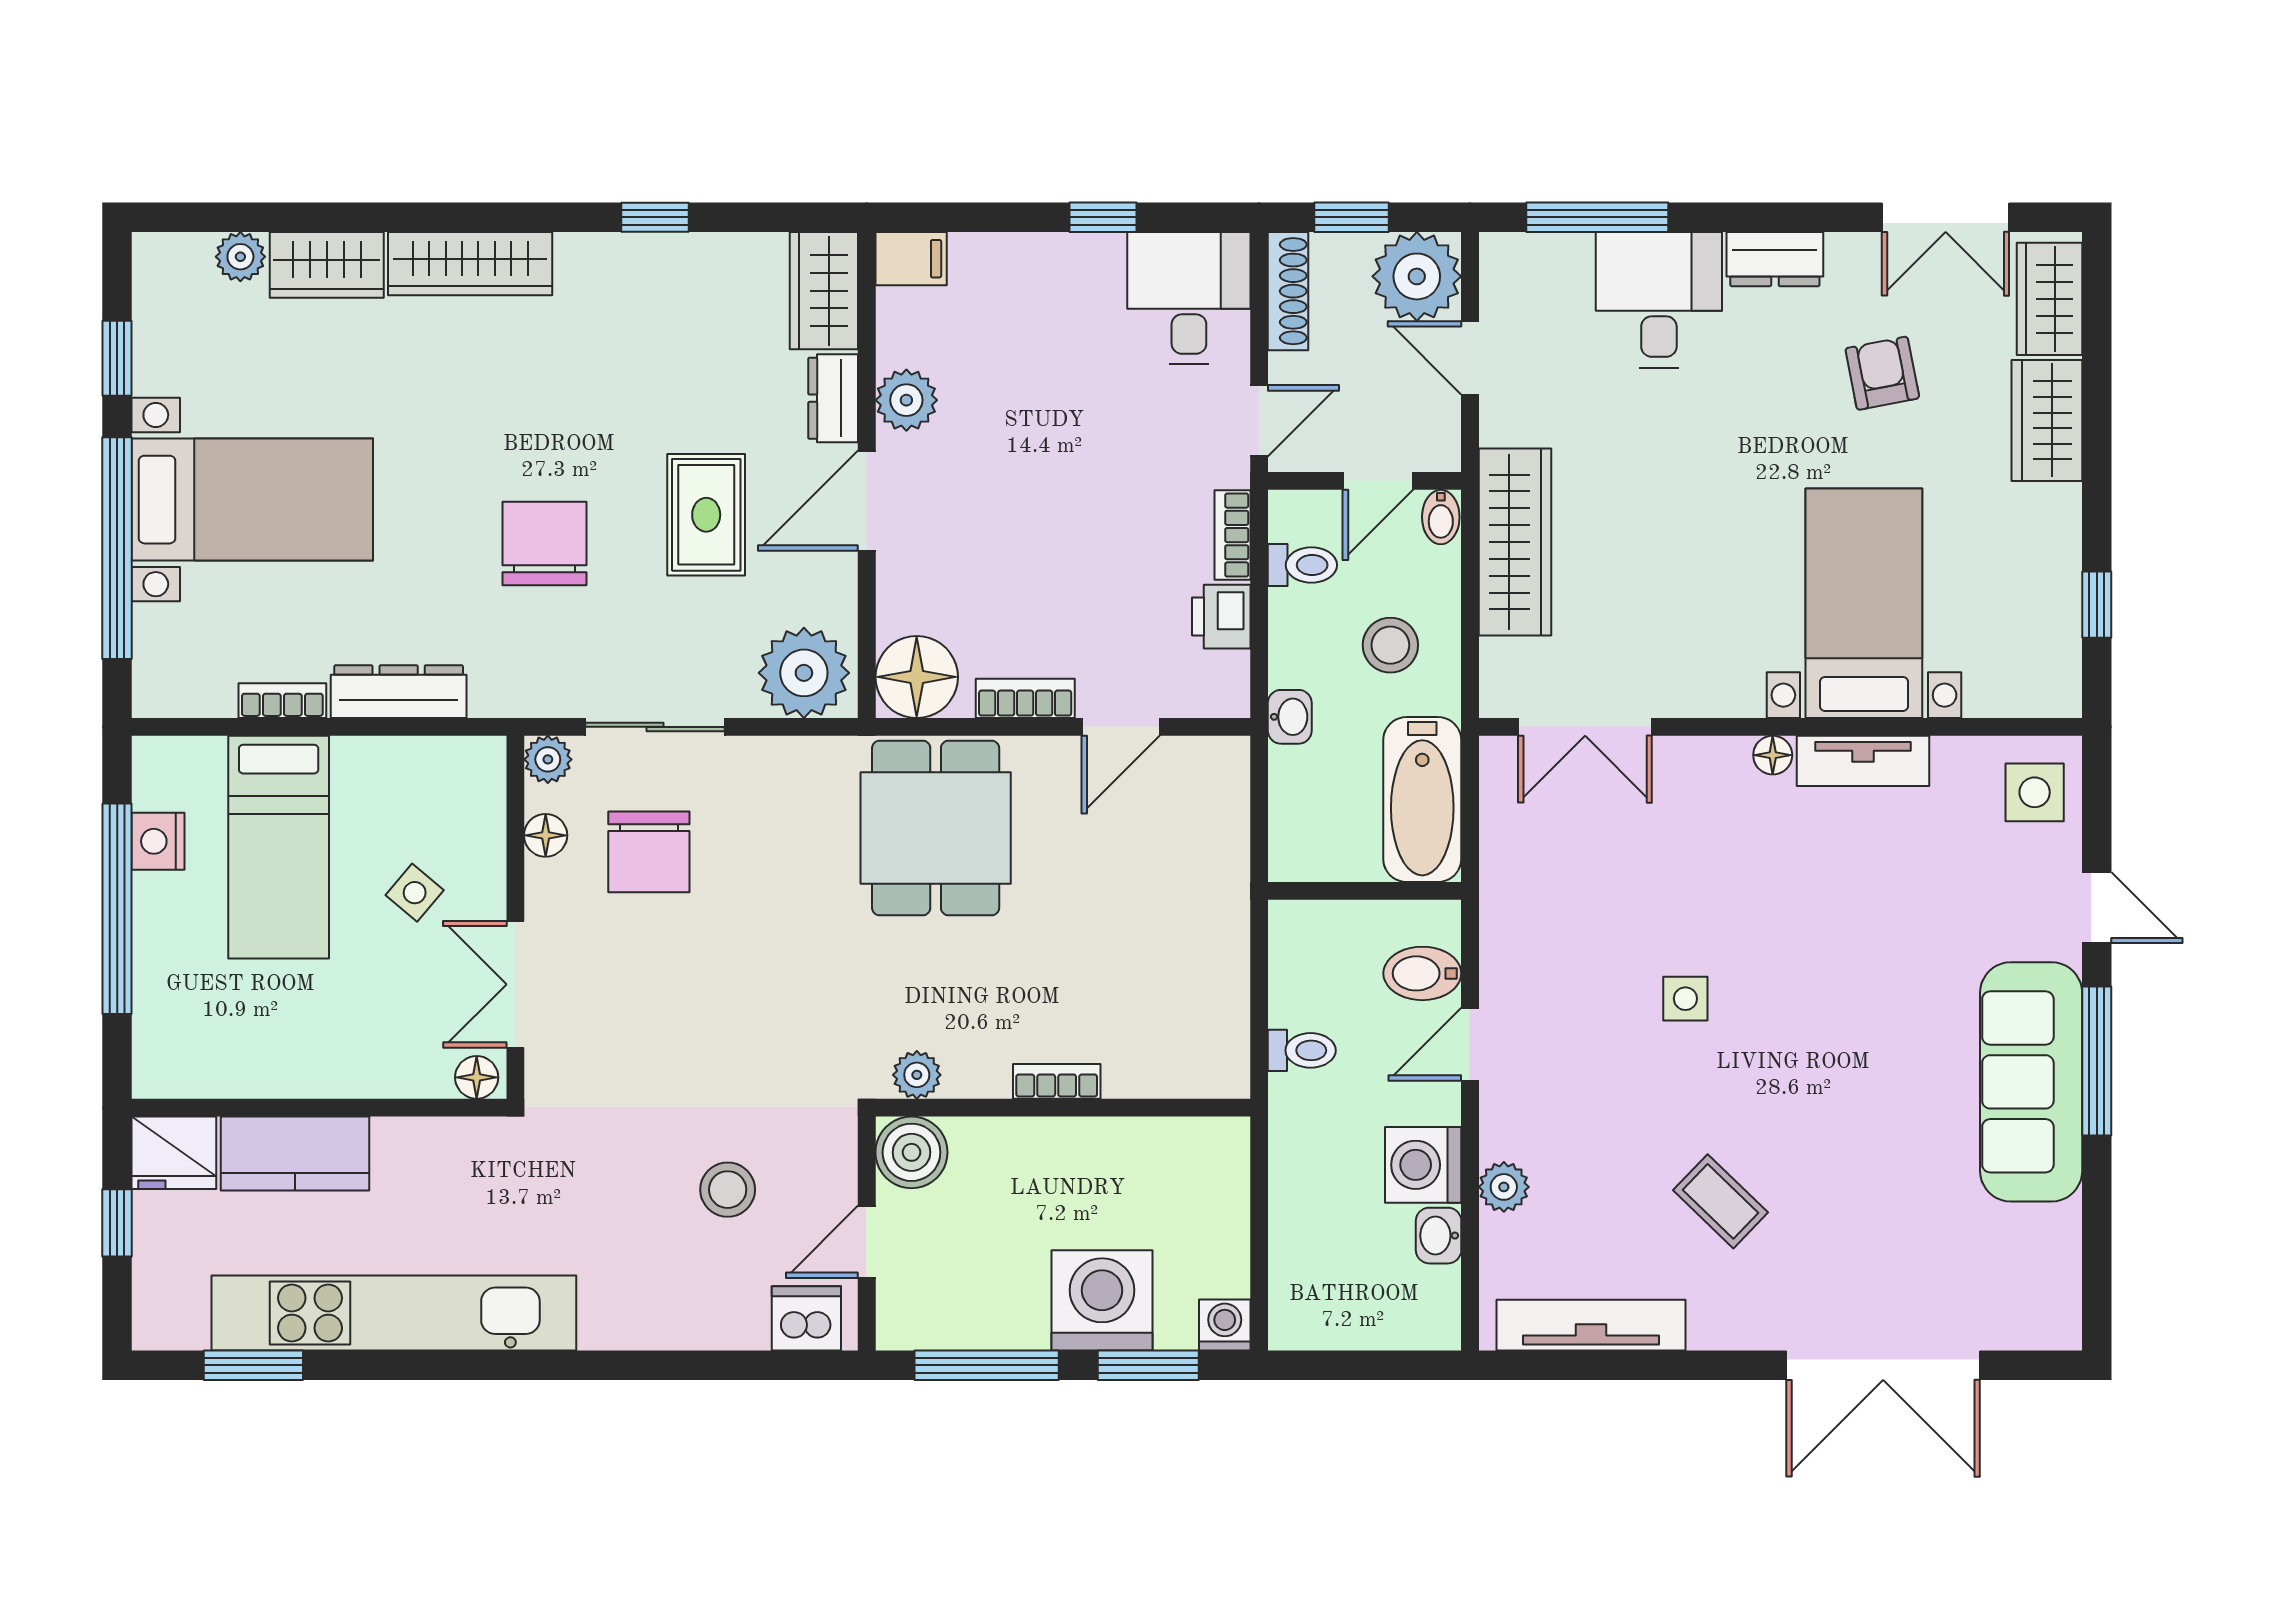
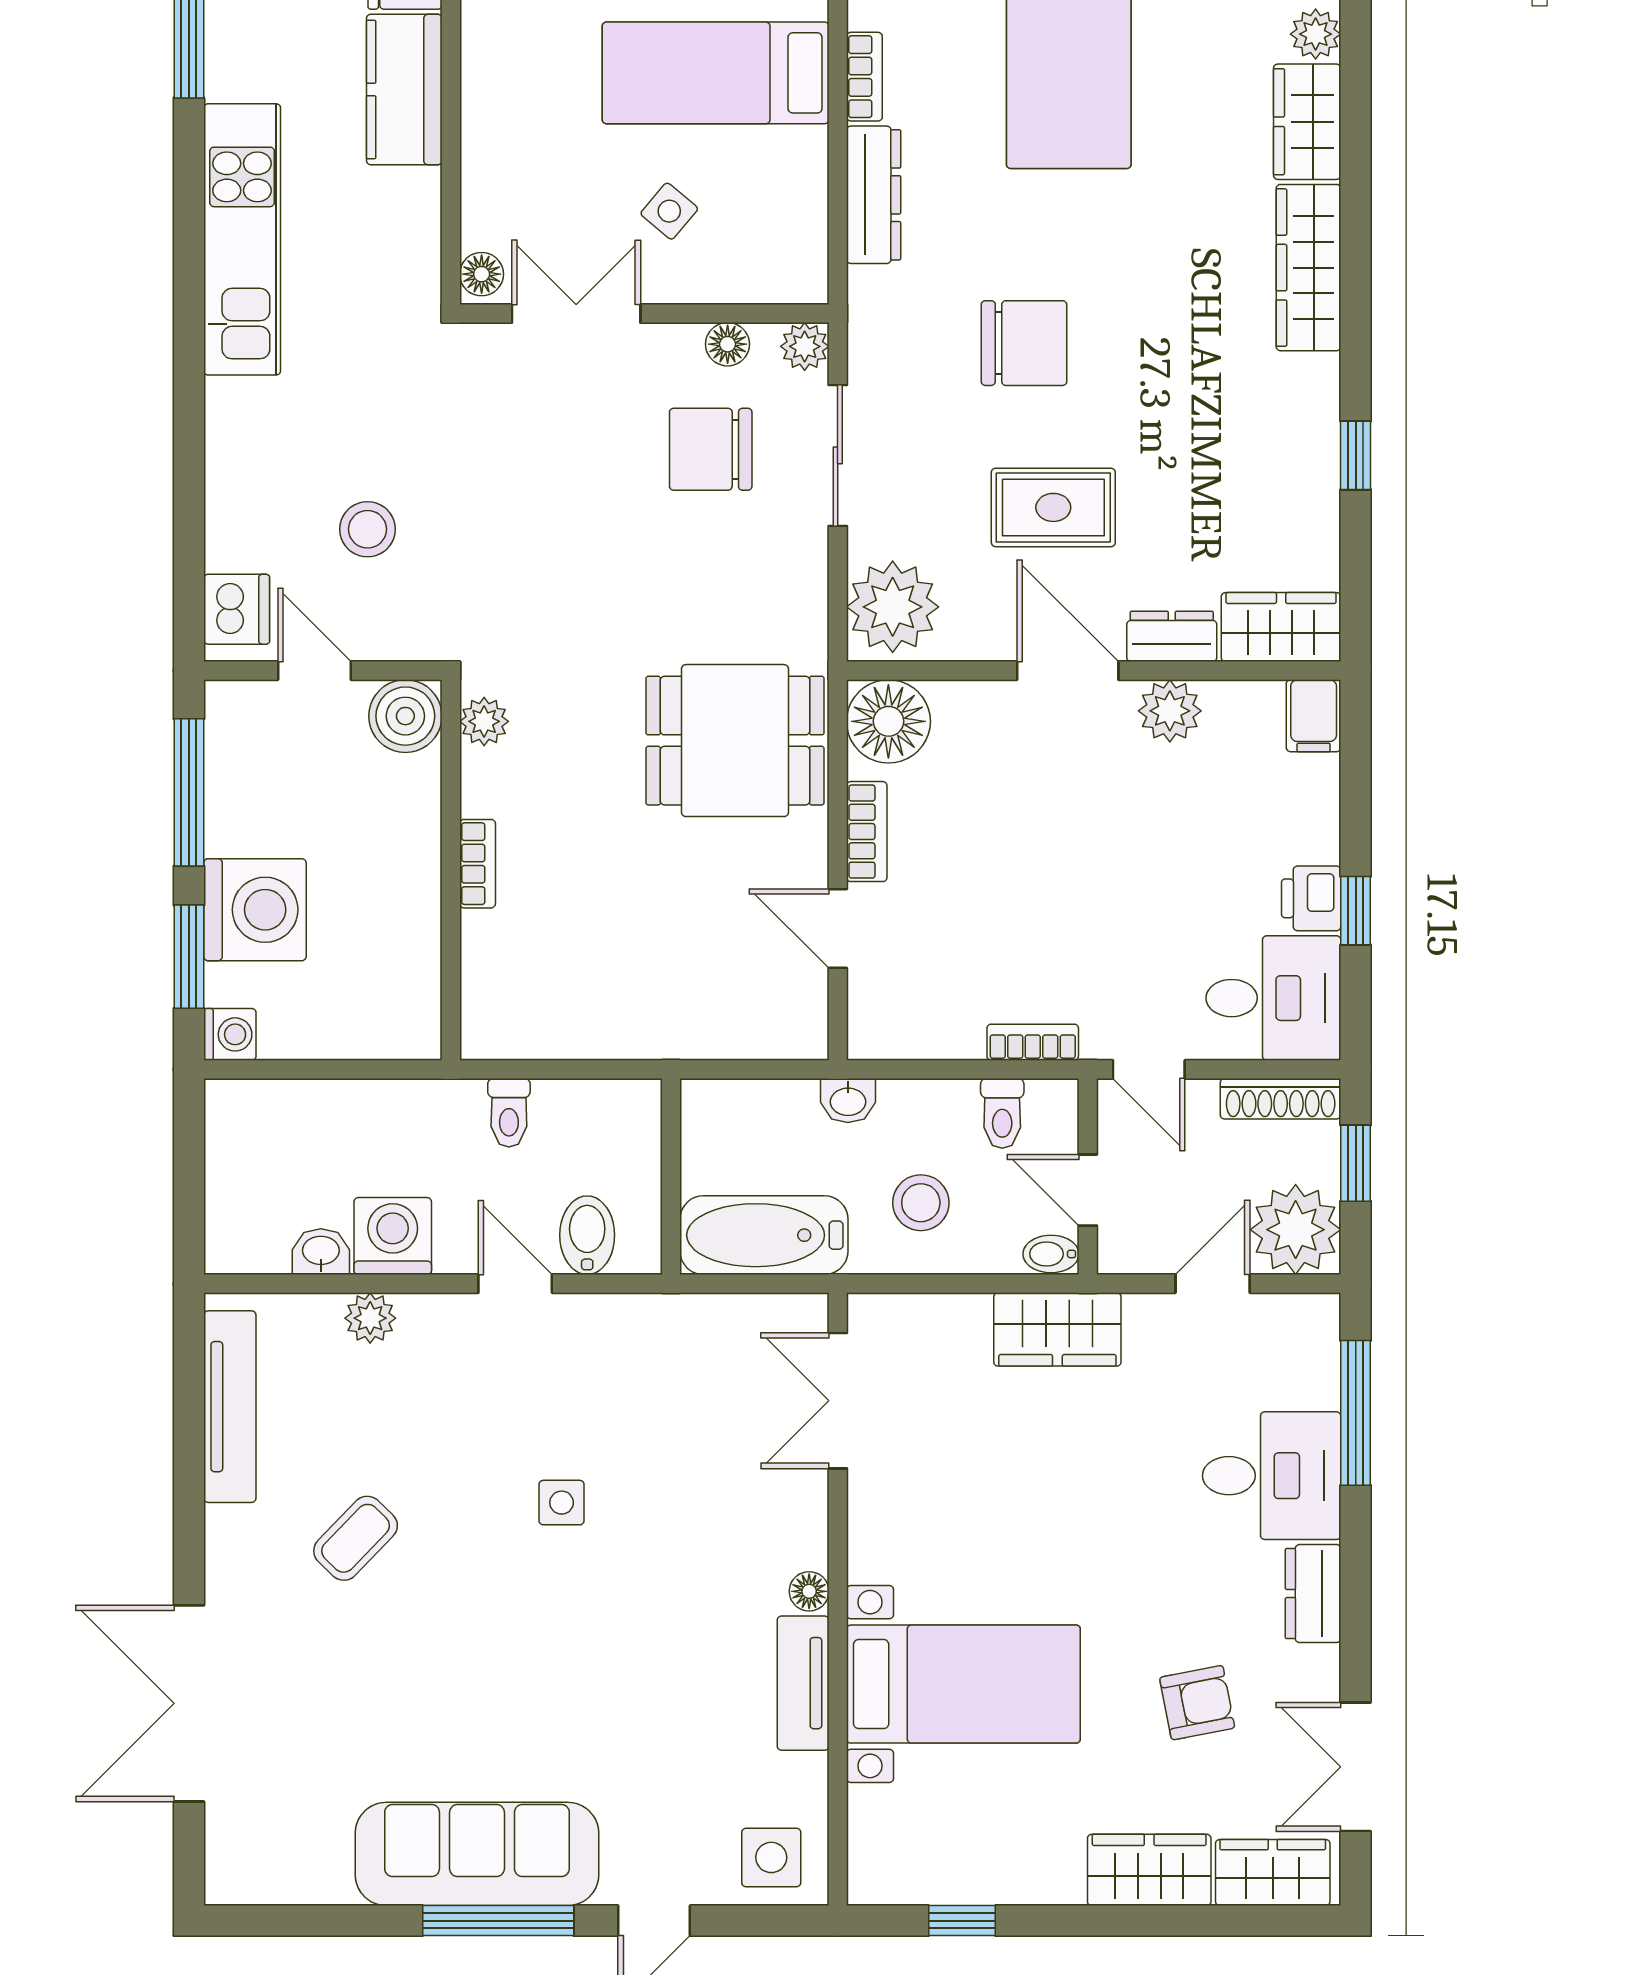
wardrobe: (1515, 542) -> (1057, 1329), width x0.67
printer: (1221, 617) -> (1311, 898), moved, turned -90
kitchen unit: (394, 1313) -> (242, 239), width x0.73

